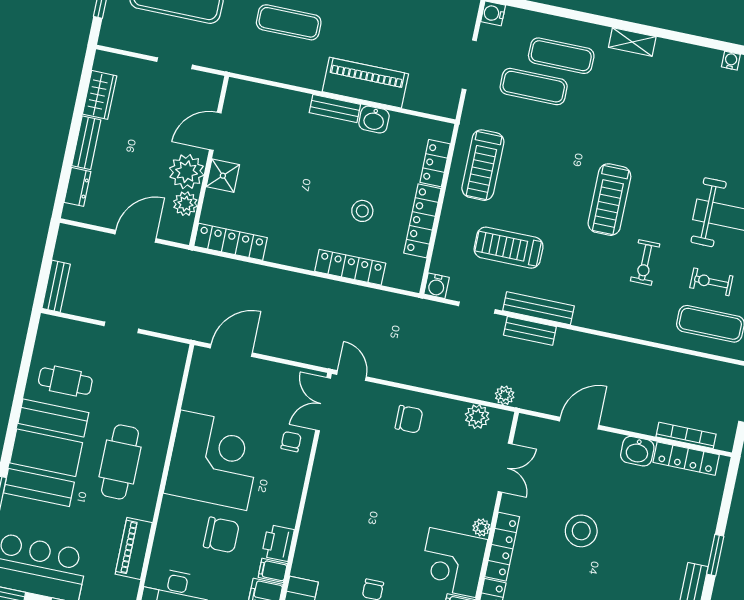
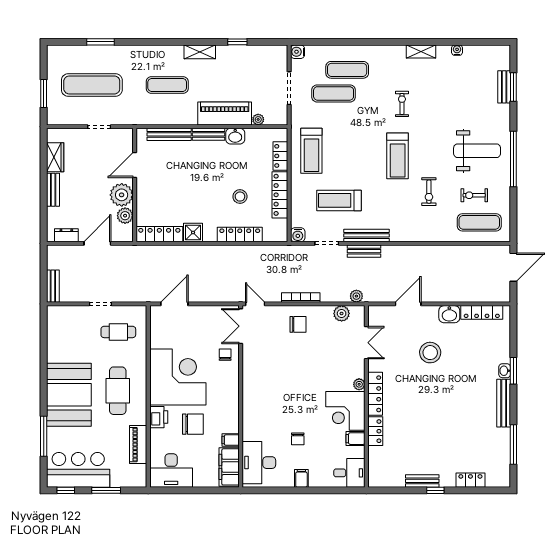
shelving: (632, 42) -> (421, 51), moved
bench: (276, 96) -> (169, 134), added
plant: (413, 102) -> (258, 119), added
exercise bike: (632, 124) -> (402, 104), added
shower: (223, 176) -> (193, 233), moved
dresser: (77, 187) -> (66, 235), moved, turned -90
cafe table: (65, 381) -> (118, 332), moved
bookcase: (686, 435) -> (301, 298), moved
stool: (581, 531) -> (430, 353), moved
printer: (278, 543) -> (159, 417), moved, turned 180
washbasin: (702, 552) -> (505, 371), added

